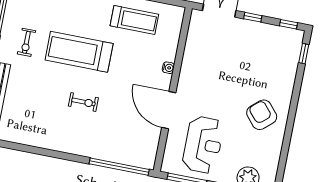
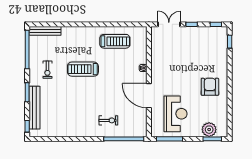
treadmill: (79, 52) -> (83, 69), width x0.73, depth x0.73
exercise bike: (83, 102) -> (108, 120), moved
armchair: (262, 115) -> (210, 87), turned 41

